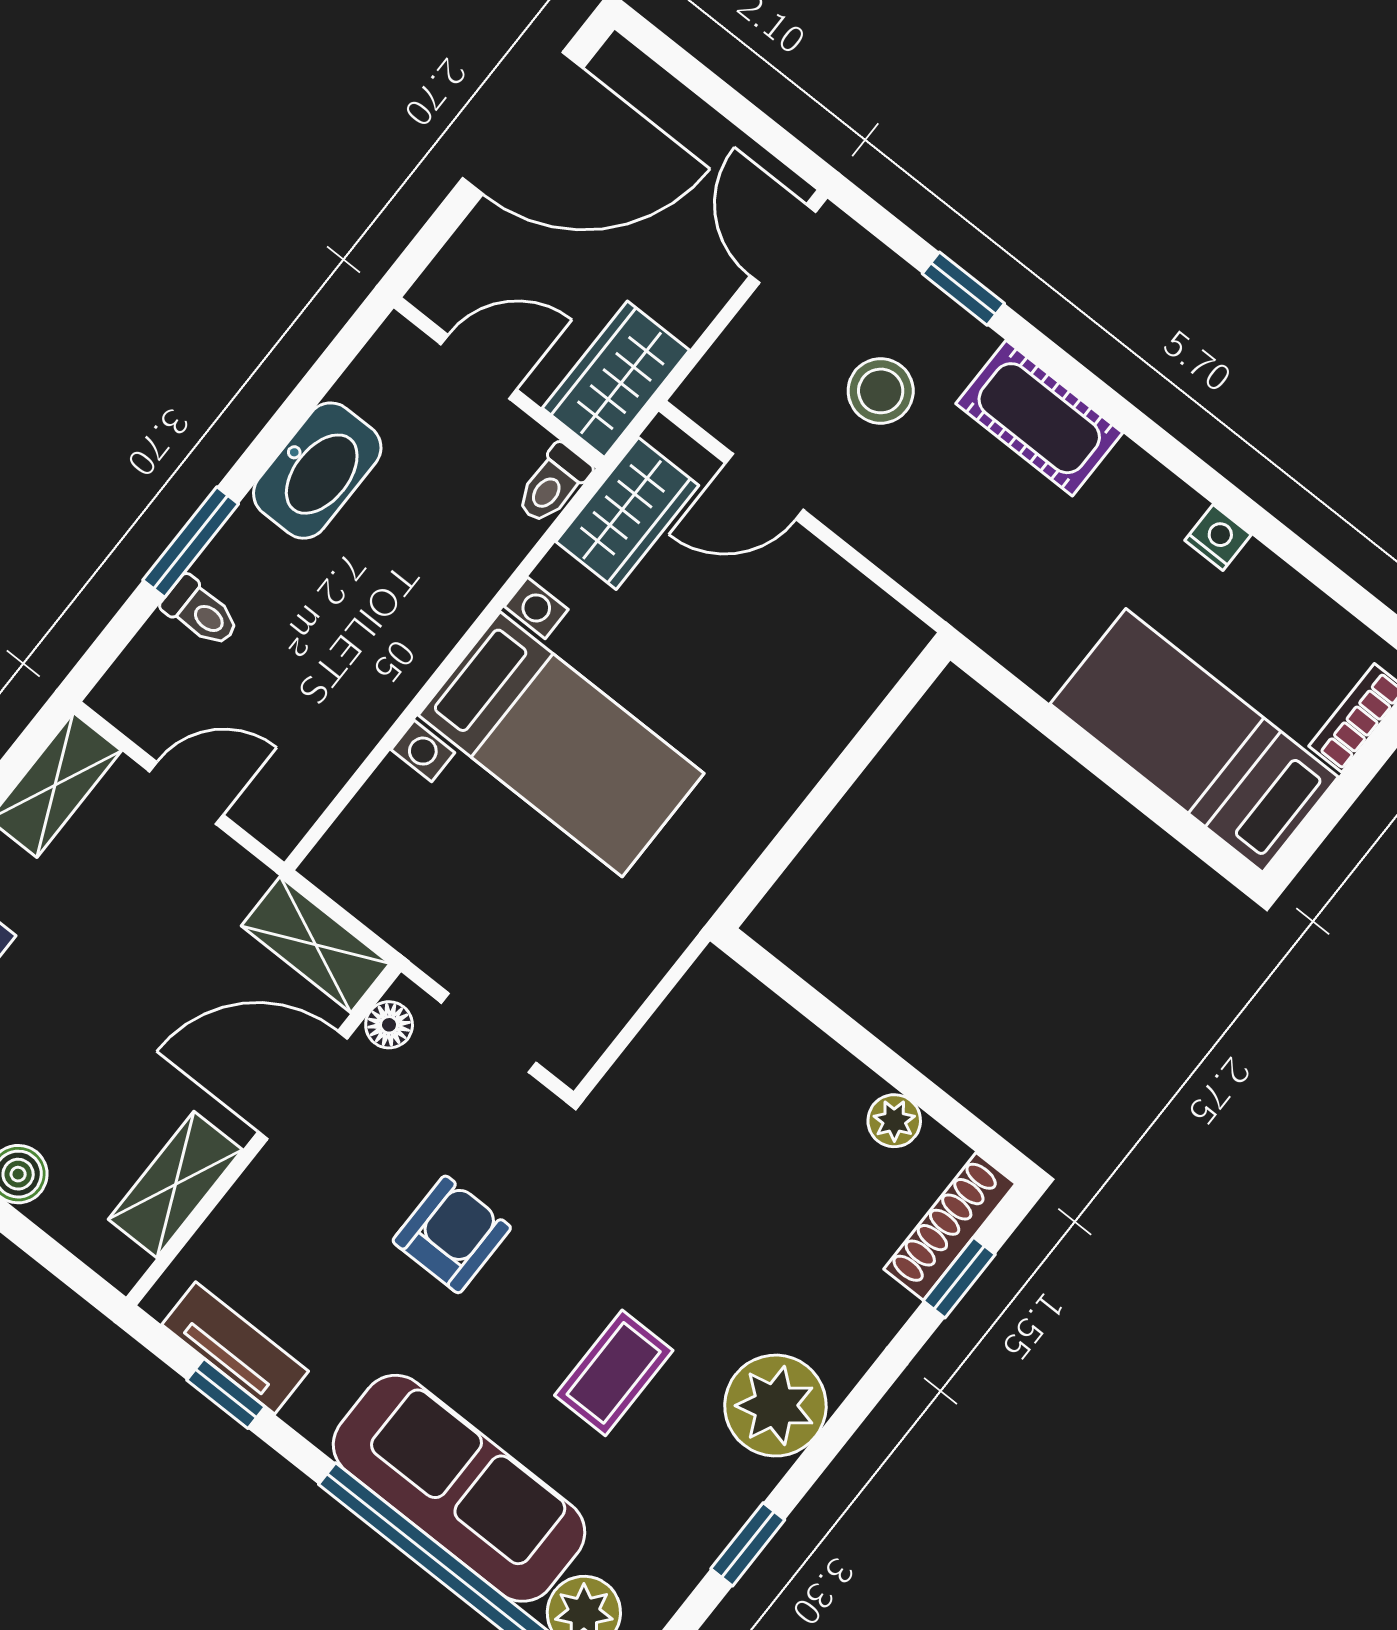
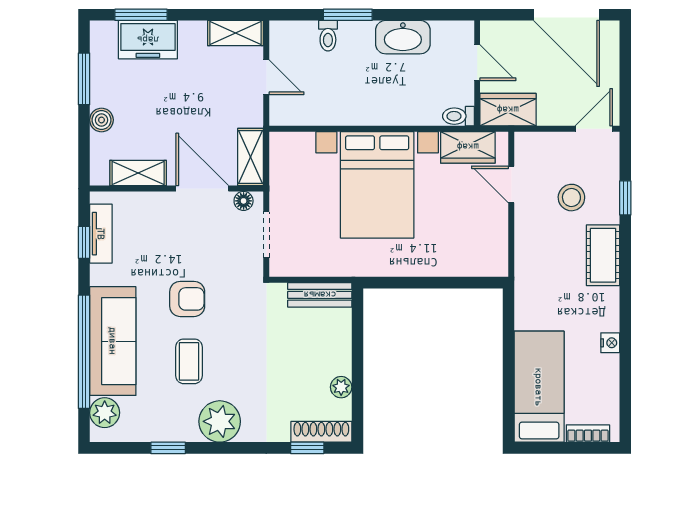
bed with nightstands: (561, 744) -> (377, 185), width x1.36
bench: (685, 1021) -> (320, 295), added
armchair: (452, 1234) -> (187, 299), moved
coffee table: (614, 1373) -> (189, 361), turned 90

